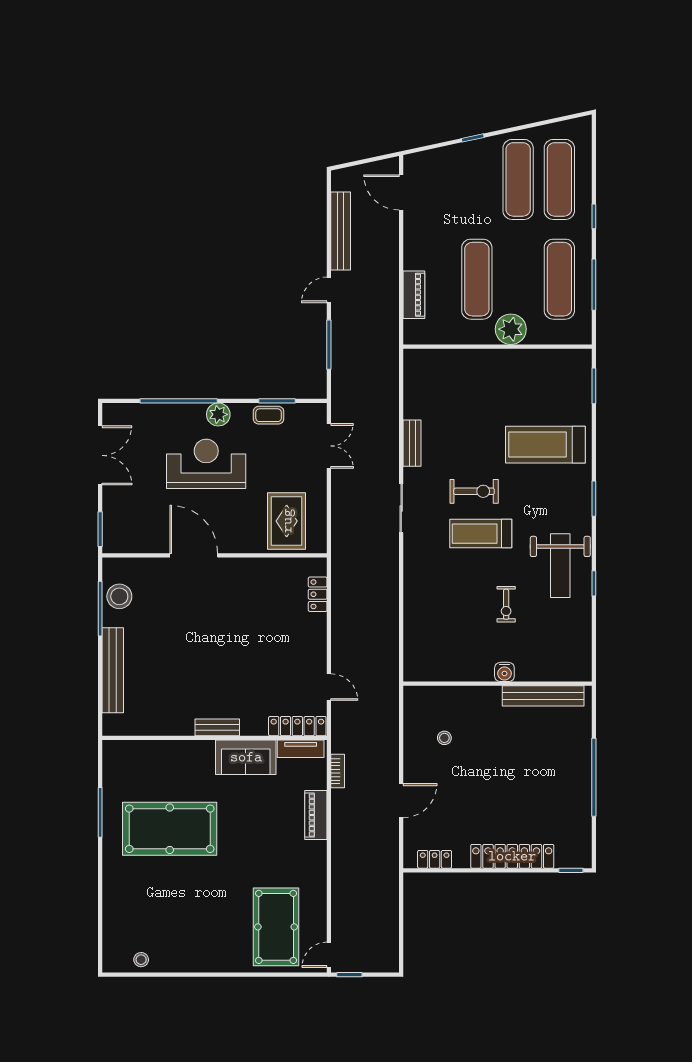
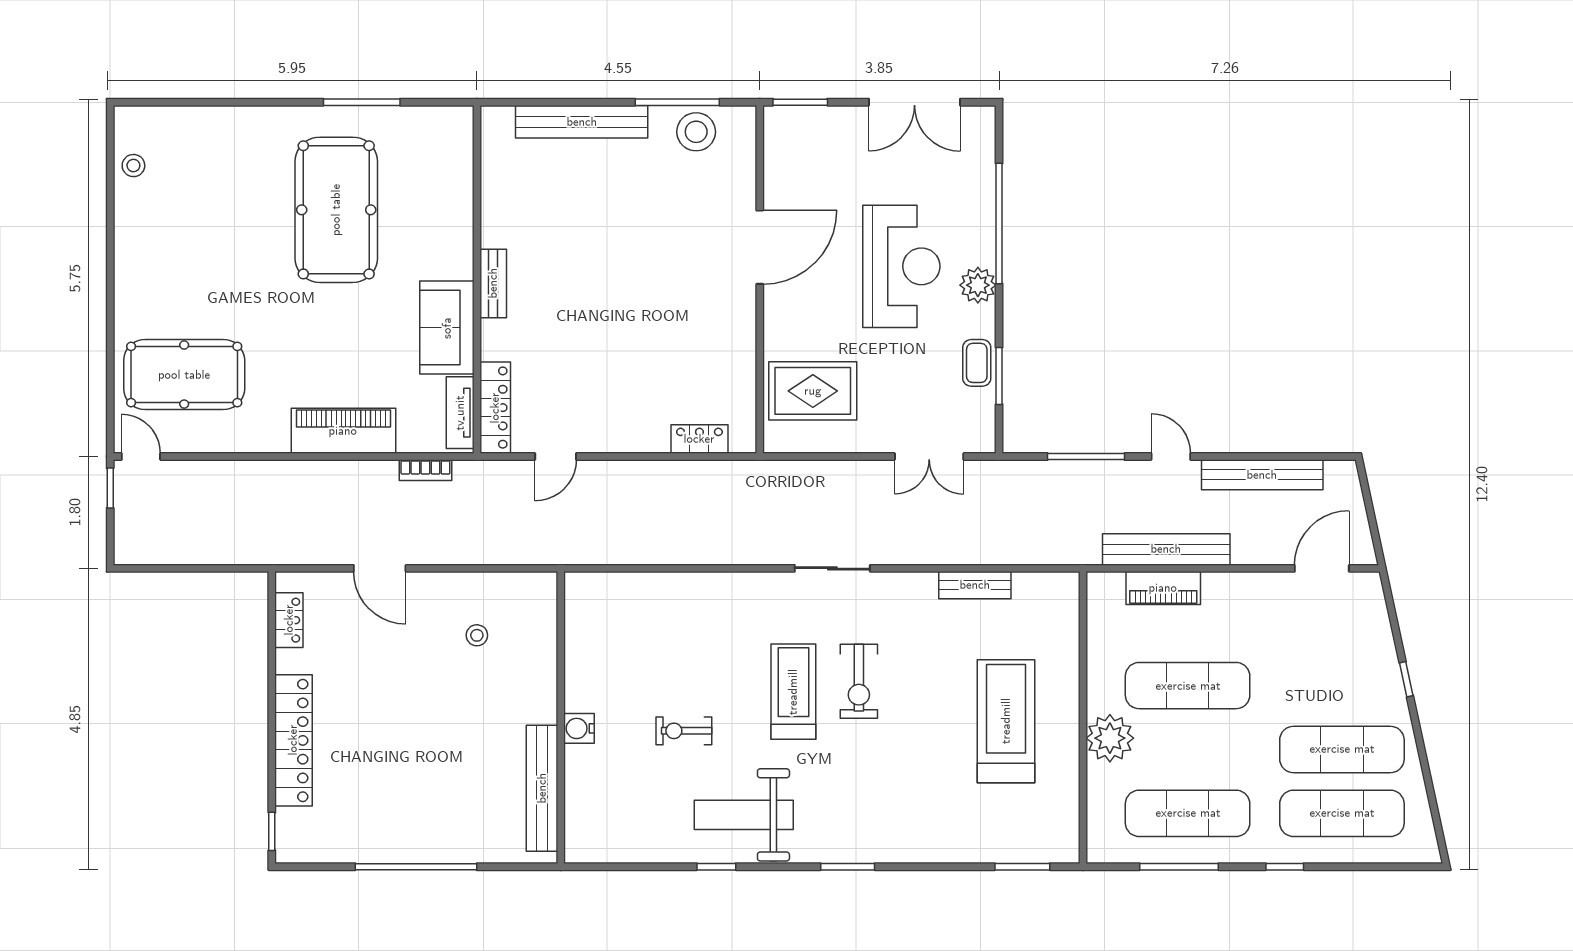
bench: (389, 293) -> (1166, 549), added
bench: (412, 443) -> (975, 585), moved
treadmill: (545, 445) -> (1006, 721), moved
piano: (316, 815) -> (343, 431), width x1.37, depth x1.33

